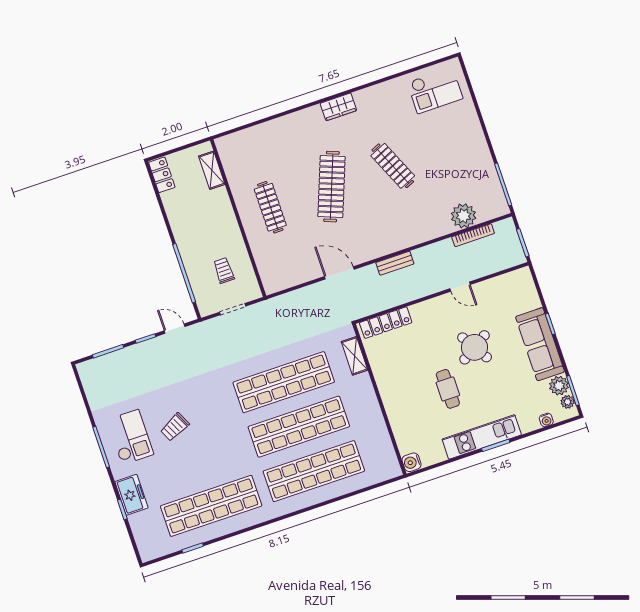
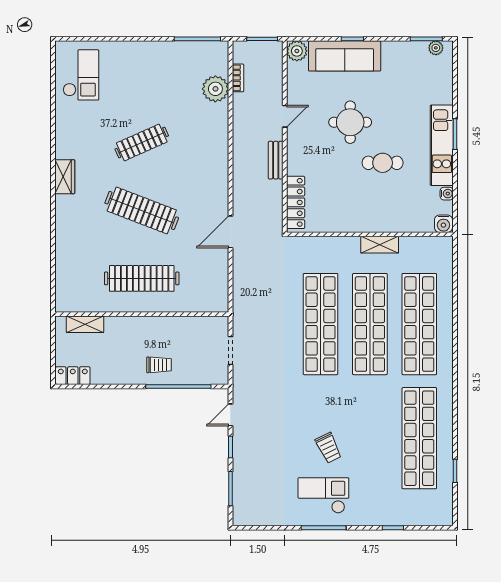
clothes rail: (270, 207) -> (142, 278), width x1.37, depth x1.31
bookcase: (473, 235) -> (238, 78), width x0.64
bench: (395, 263) -> (276, 160), moved
trolley: (224, 270) -> (159, 365), moved, turned 180
sofa: (540, 344) -> (345, 56), moved
round table: (475, 347) -> (350, 122), turned 32
shelving: (354, 356) -> (380, 245), moved
plant: (559, 386) -> (297, 51), moved
water cooler: (546, 420) -> (447, 194), moved
freezer: (131, 495) -> (381, 514), removed

